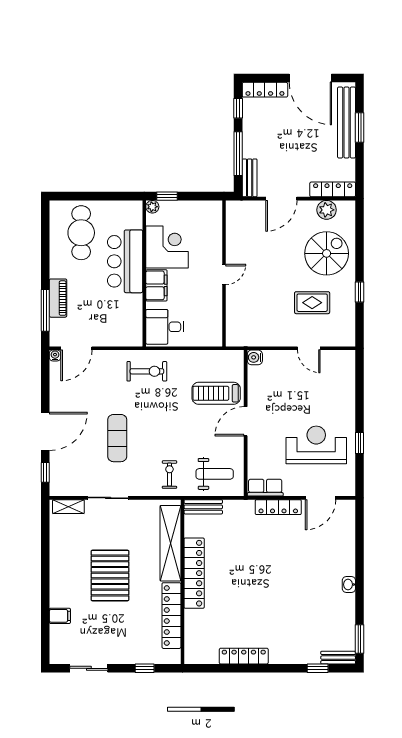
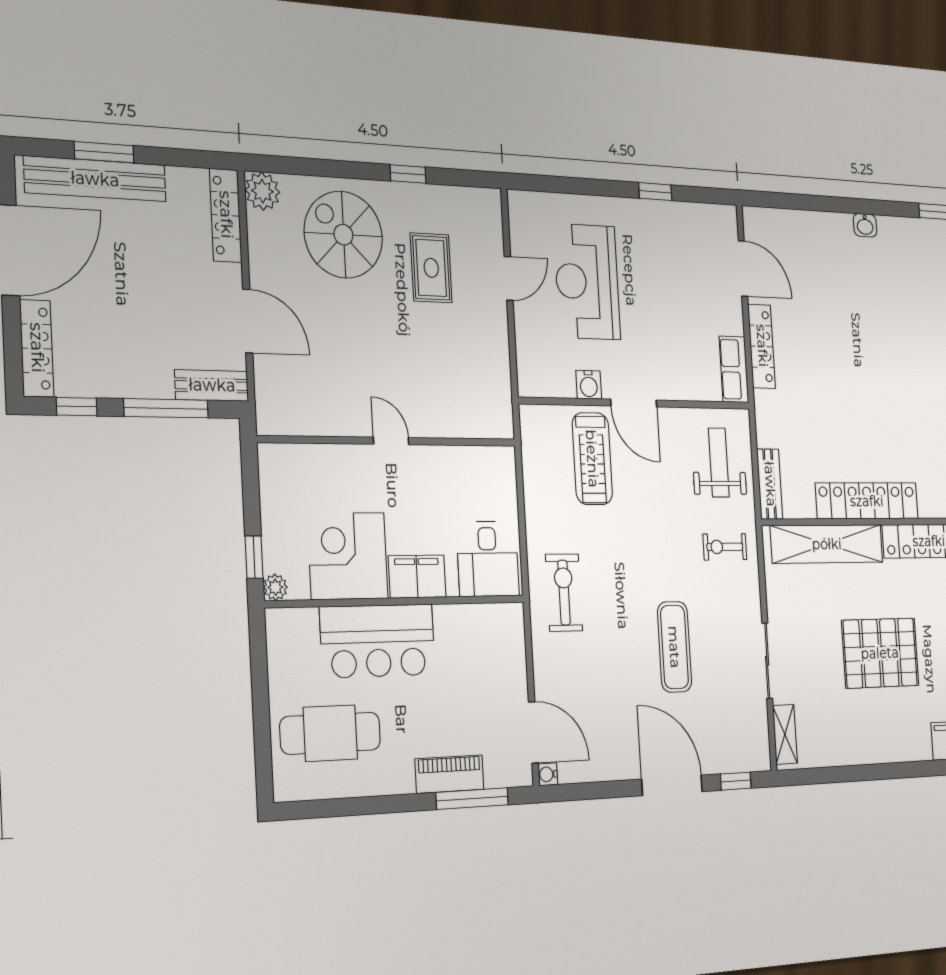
plant: (327, 210) -> (262, 191), moved
water cooler: (255, 357) -> (589, 385), moved
exercise mat: (117, 438) -> (674, 647), turned 90
reception desk: (316, 445) -> (587, 282), moved

